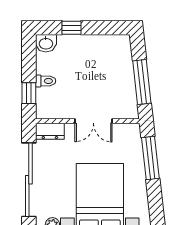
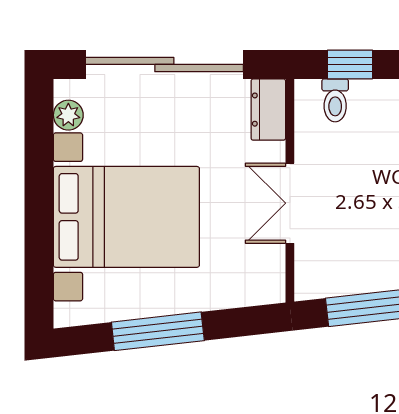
toilet: (46, 81) -> (335, 100), moved
window: (150, 158) -> (158, 331), moved

